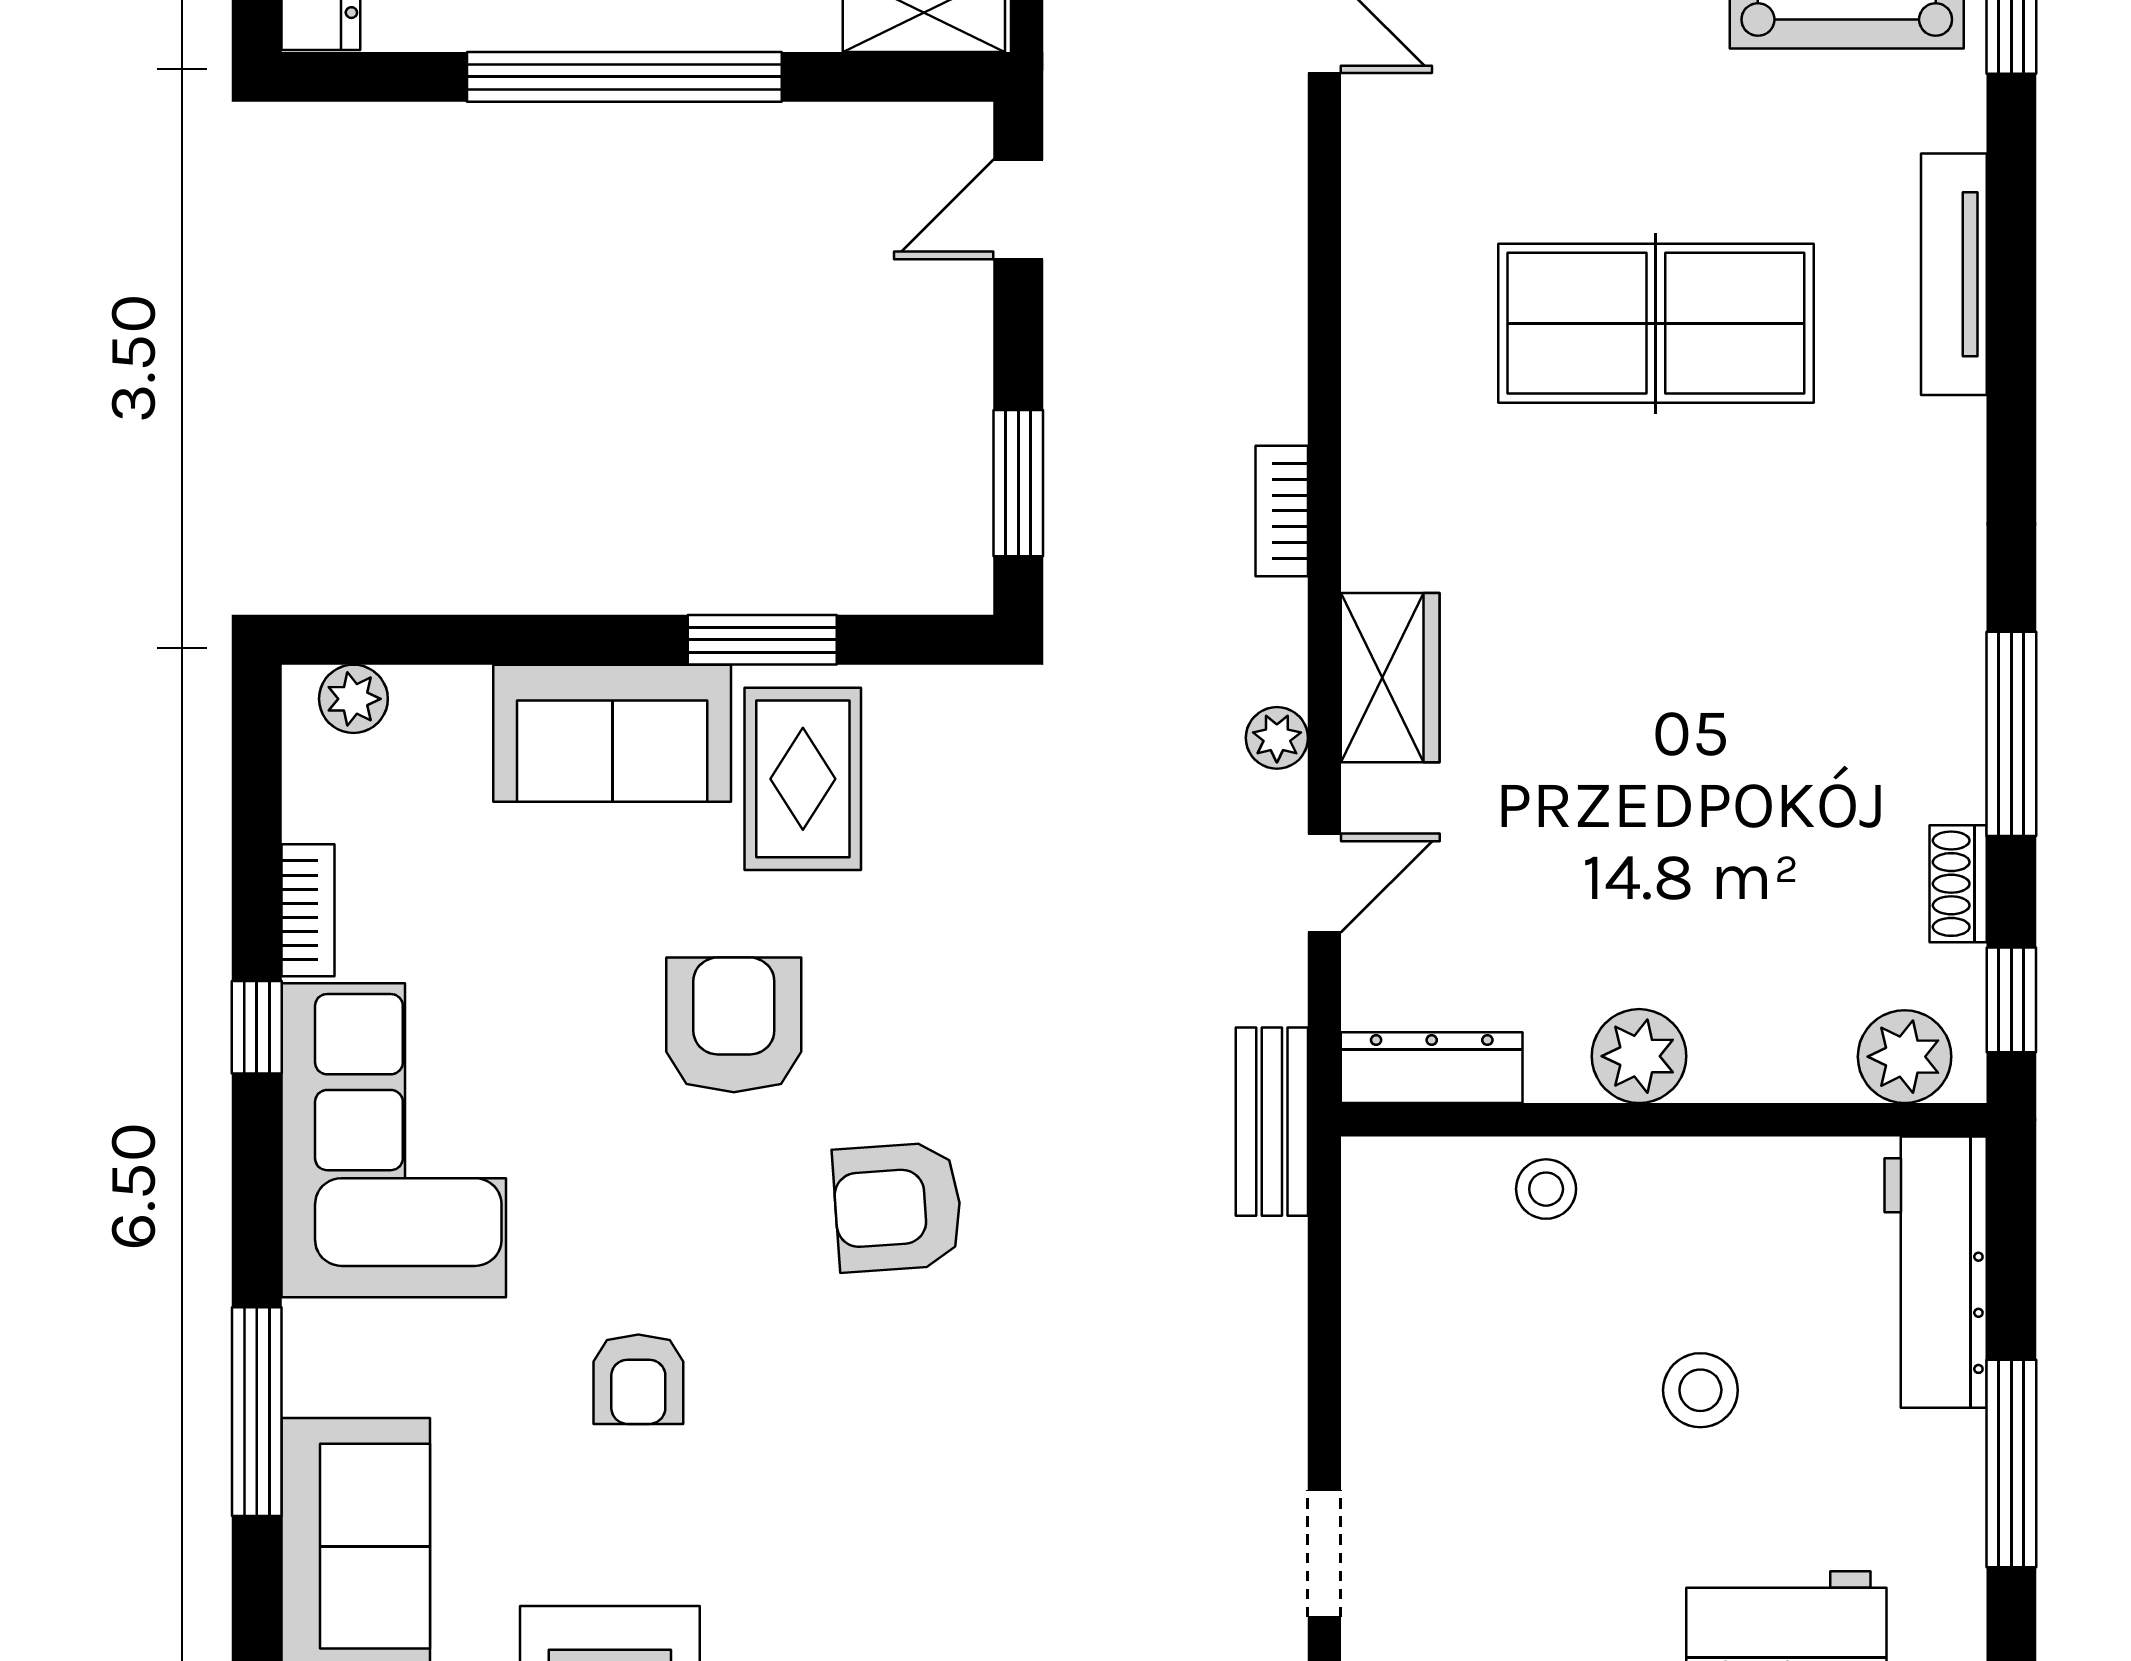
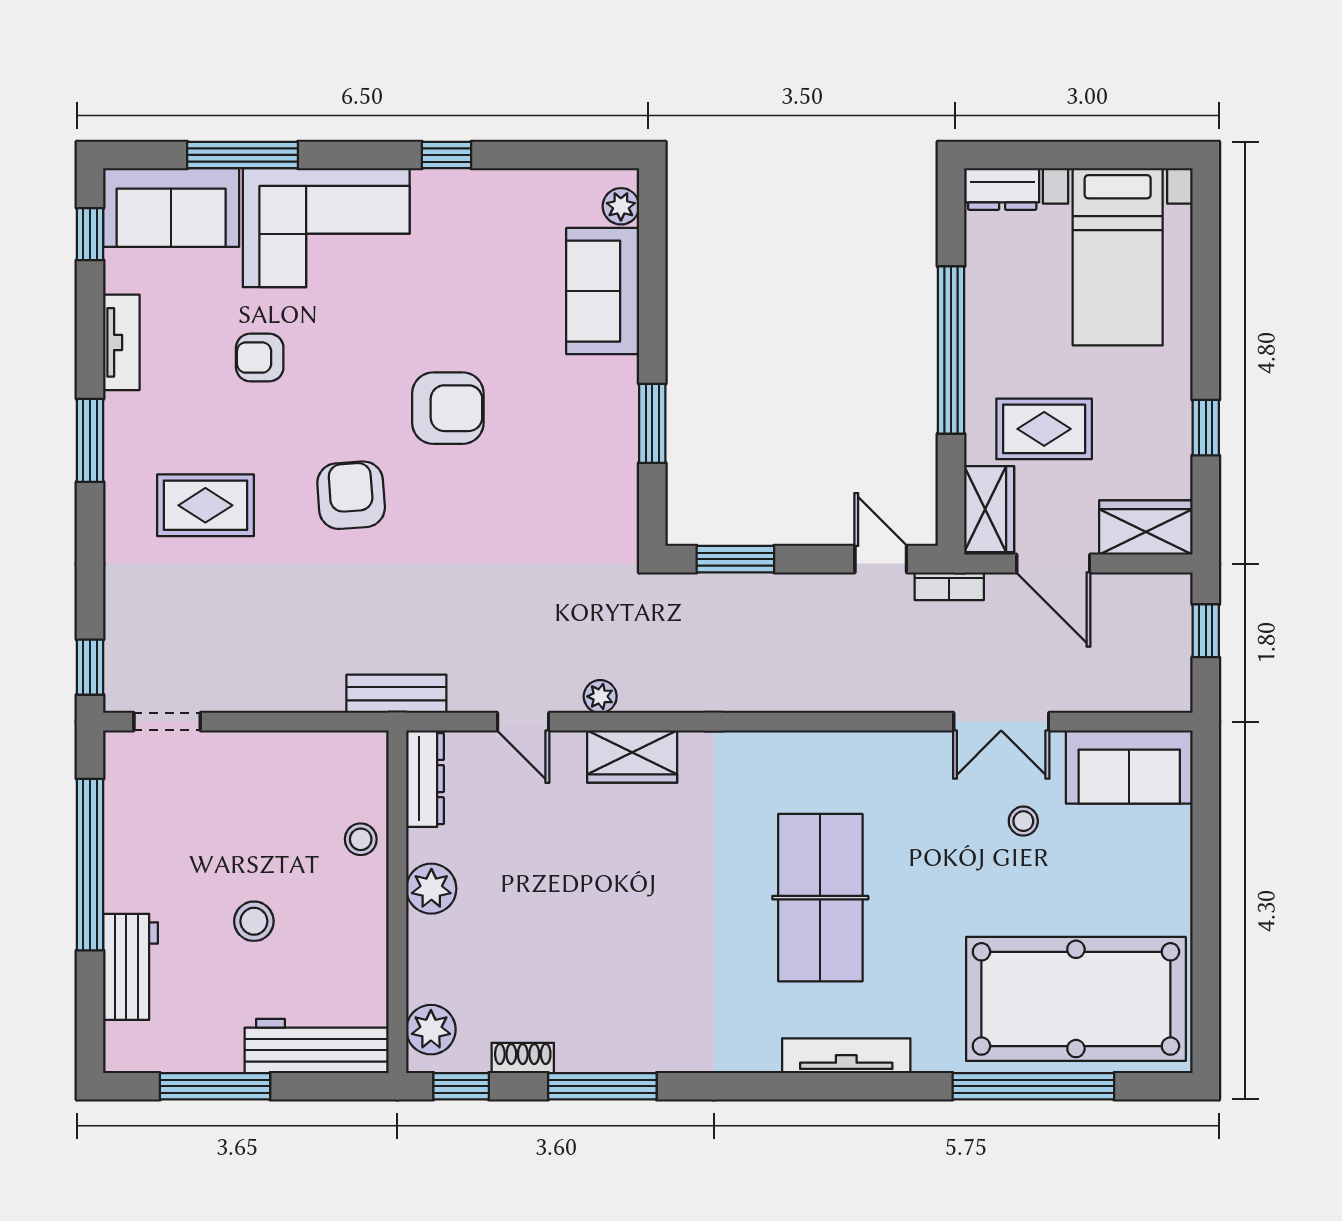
bookcase: (1282, 511) -> (949, 586), moved, turned 180
sofa: (612, 733) -> (603, 291), moved
rug: (803, 779) -> (205, 505), moved
bookcase: (308, 910) -> (509, 182), removed
corner sofa: (394, 1140) -> (326, 228), moved

